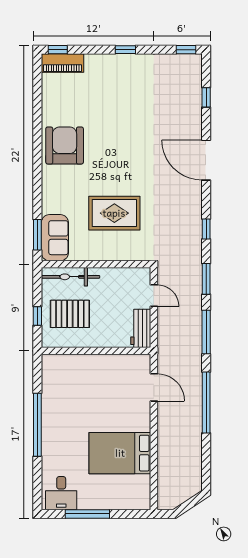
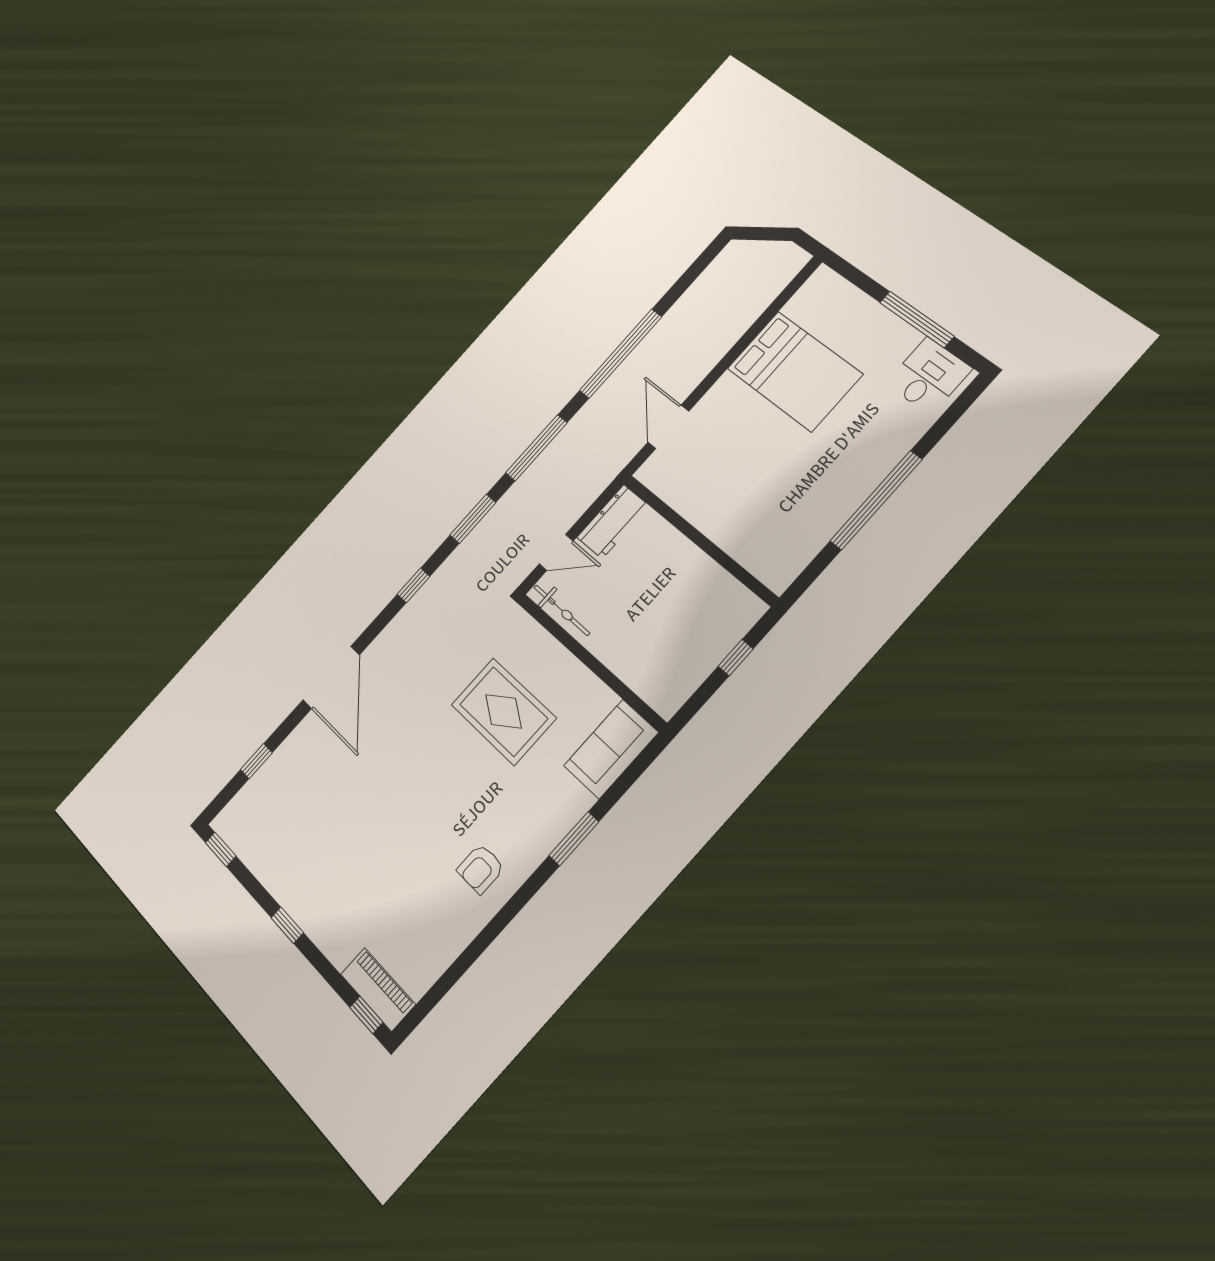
armchair: (65, 145) -> (481, 869), width x0.53, depth x0.53
window: (37, 235) -> (574, 839), moved
bicycle: (71, 277) -> (562, 610), moved, width x0.73, depth x0.71
door: (154, 296) -> (556, 552), swing flipped
pallet: (70, 314) -> (688, 622), removed

